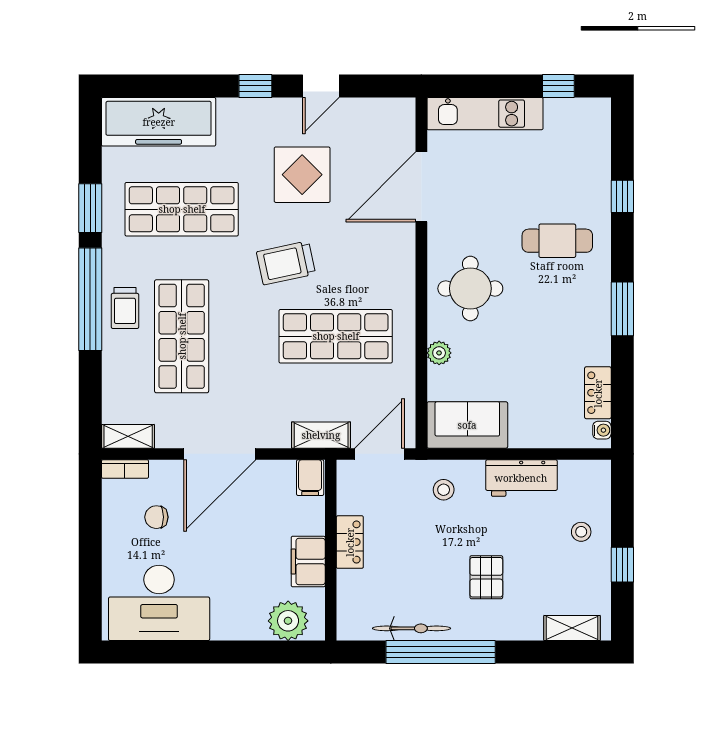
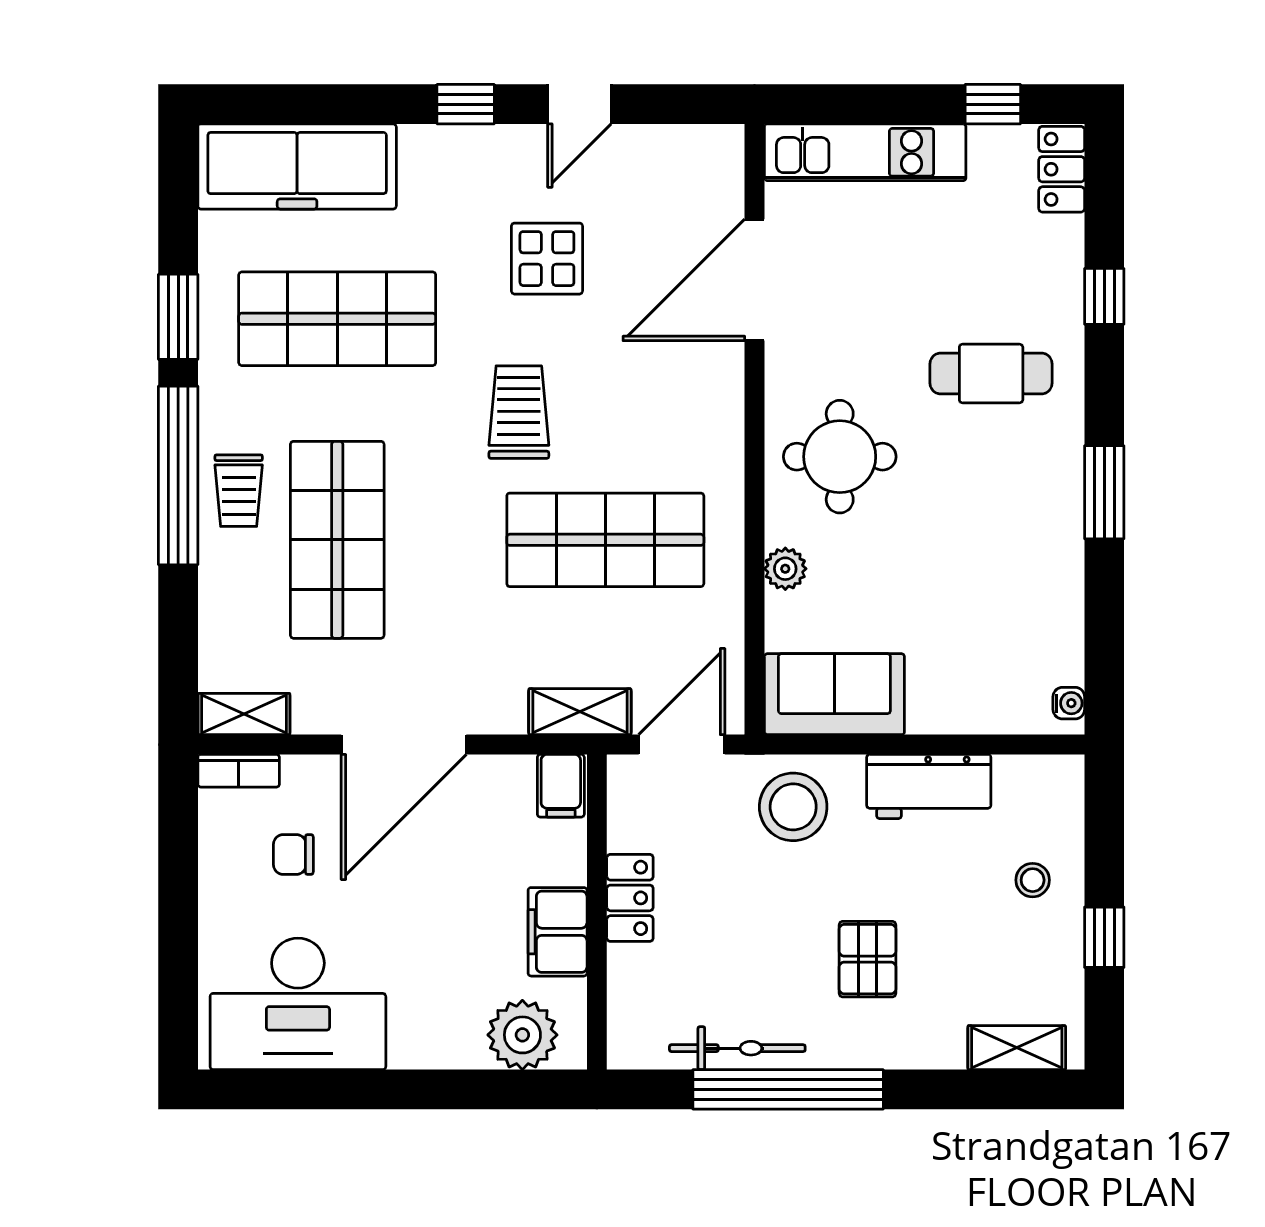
display table: (302, 175) -> (547, 259), width x0.73, depth x0.73
trolley: (286, 263) -> (519, 412), turned 102
locker: (598, 393) -> (1062, 169), moved
stool: (444, 490) -> (793, 807), width x1.89, depth x1.89

